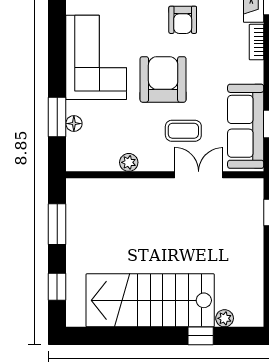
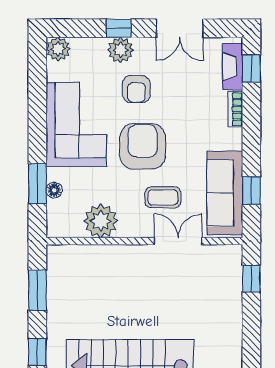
armchair: (183, 20) -> (136, 89), moved
plant: (129, 162) -> (101, 221), width x1.88, depth x1.88

